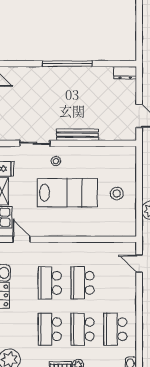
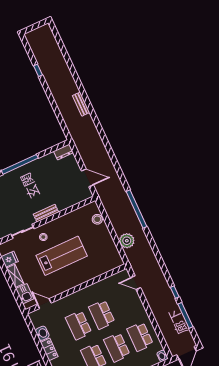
bench: (77, 135) -> (46, 213), width x0.73
stool: (117, 193) -> (97, 219), moved

